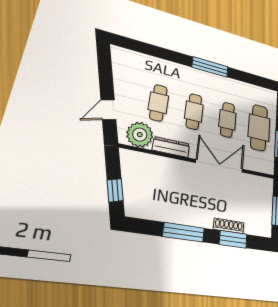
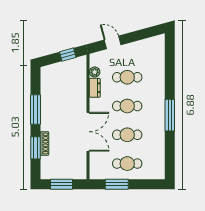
cafe table: (259, 128) -> (127, 164), width x0.73, depth x0.74
plant: (140, 135) -> (95, 72), width x0.53, depth x0.53
dresser: (171, 147) -> (95, 88), width x0.70
window: (115, 190) -> (68, 55), moved

